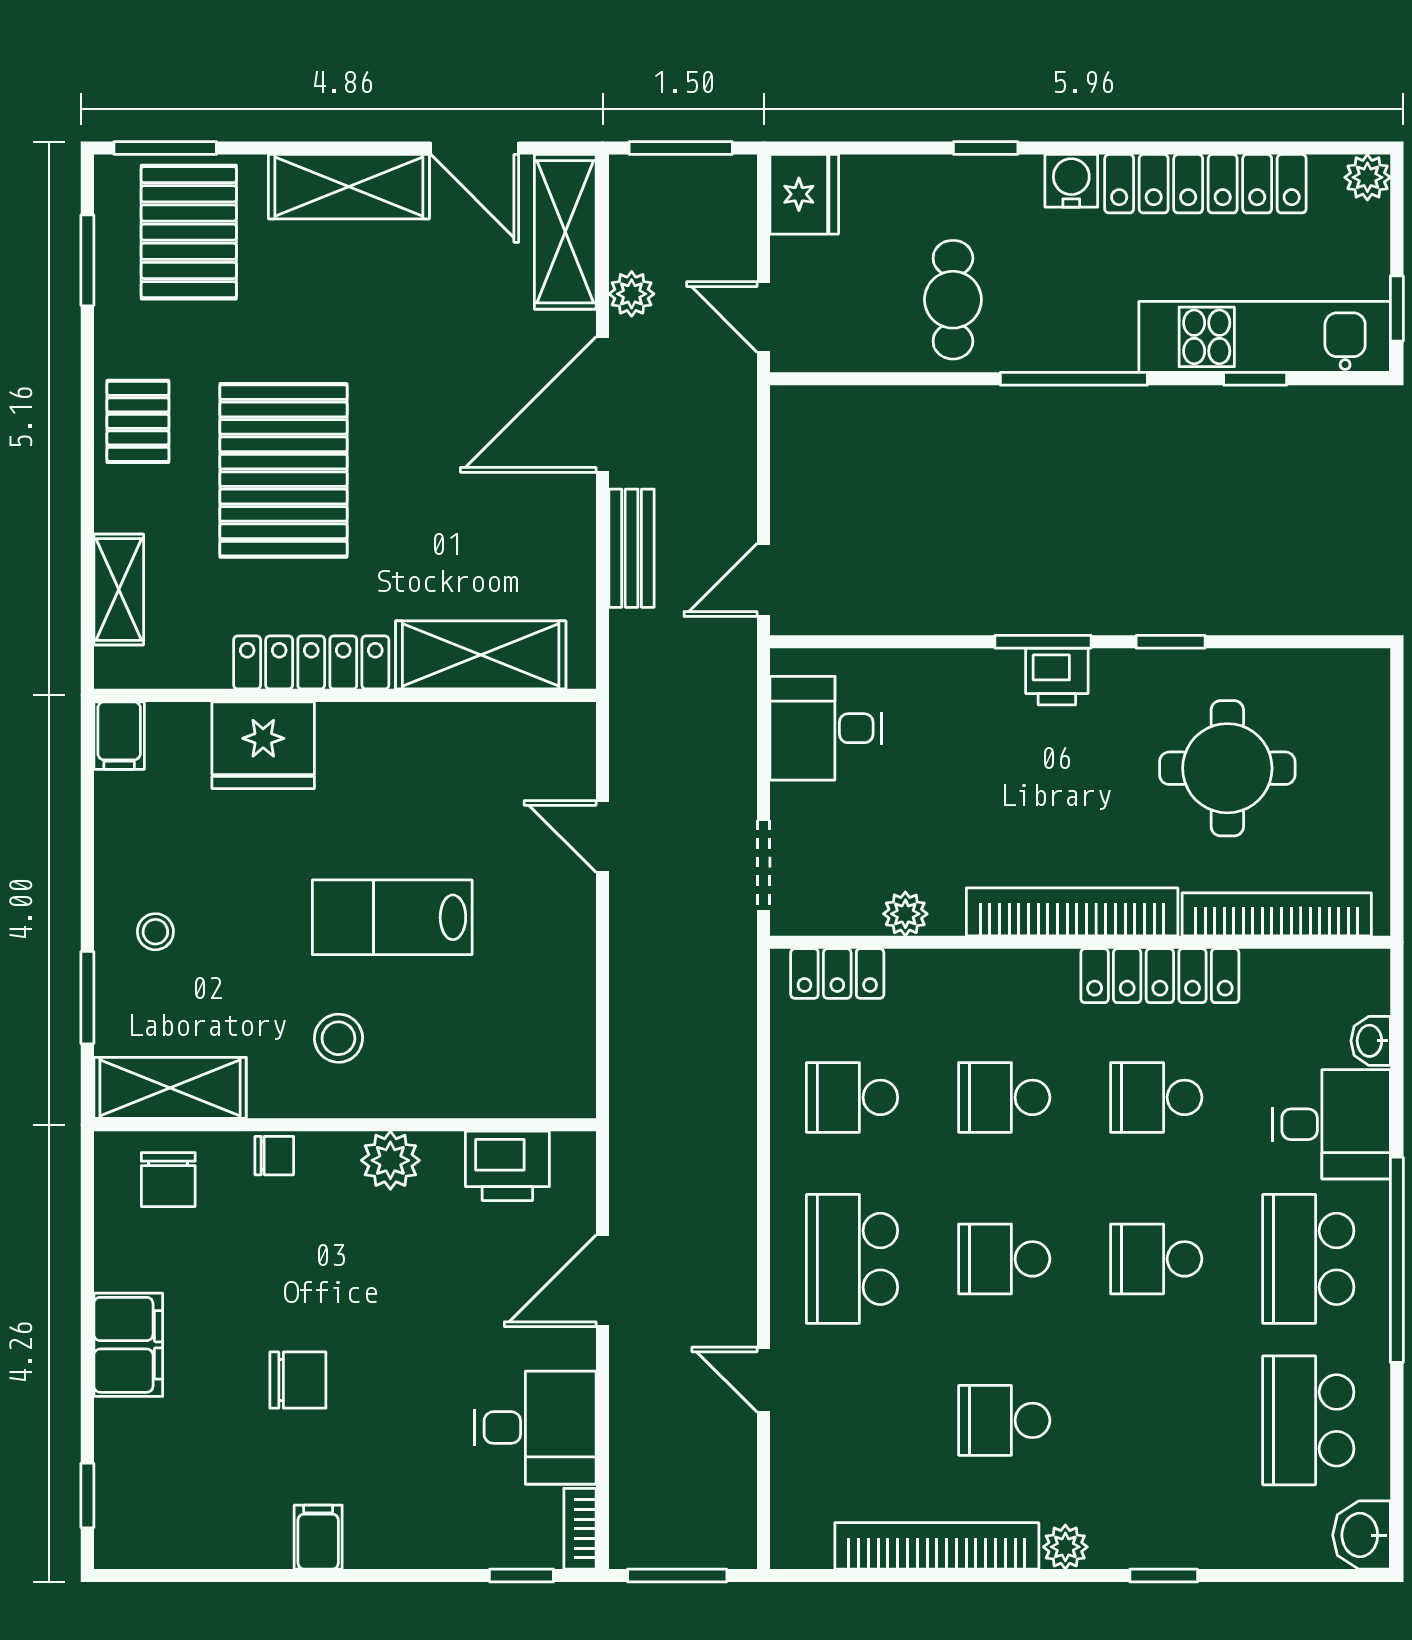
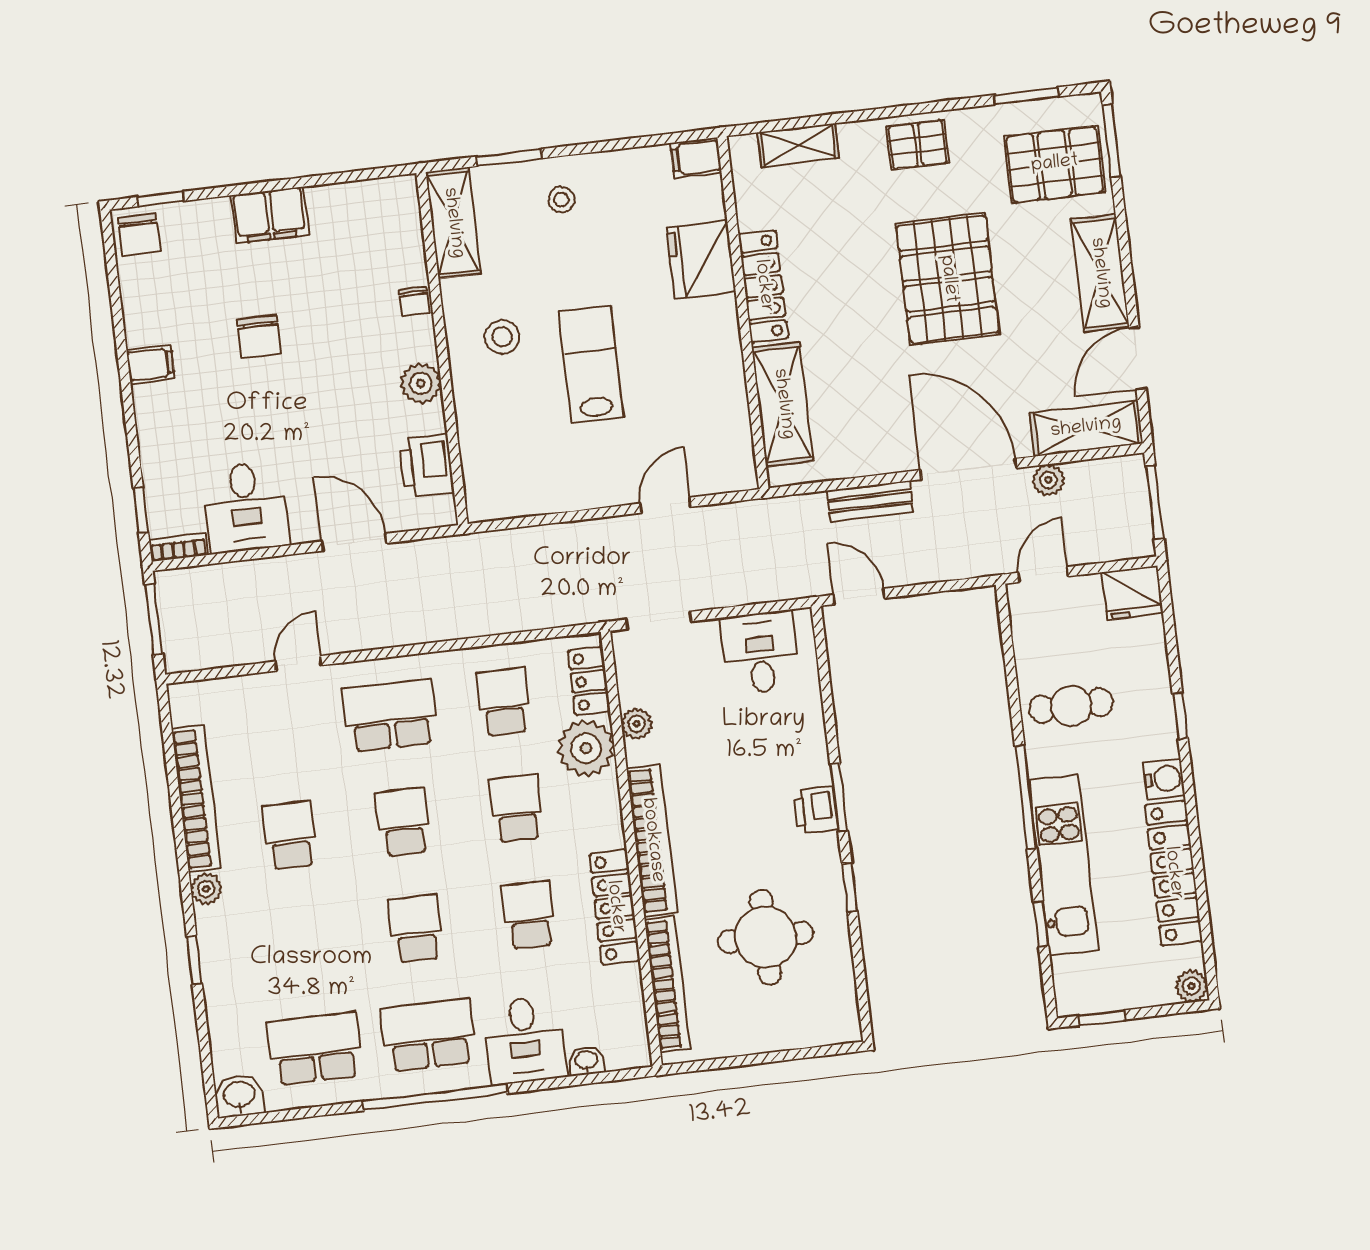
kitchen unit: (1265, 337) -> (1064, 865), moved
pallet: (283, 470) -> (948, 279), moved, turned 90
plant: (931, 989) -> (586, 748), added
chair: (168, 1180) -> (139, 234), moved, turned -90

